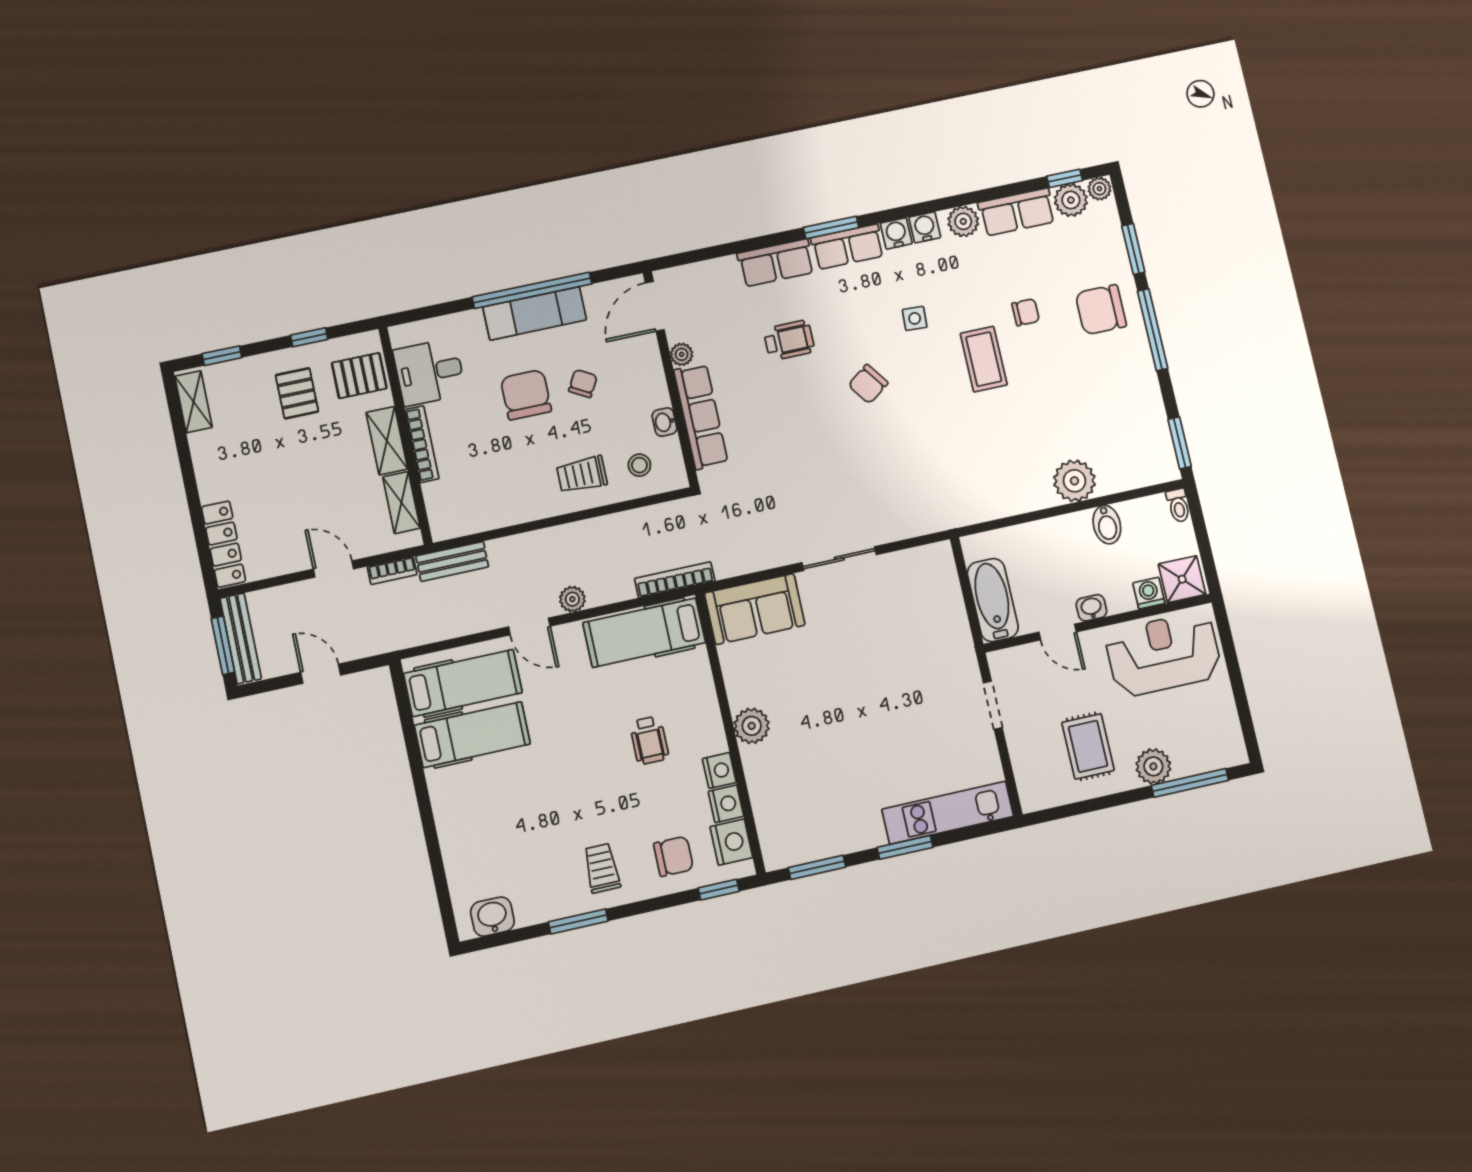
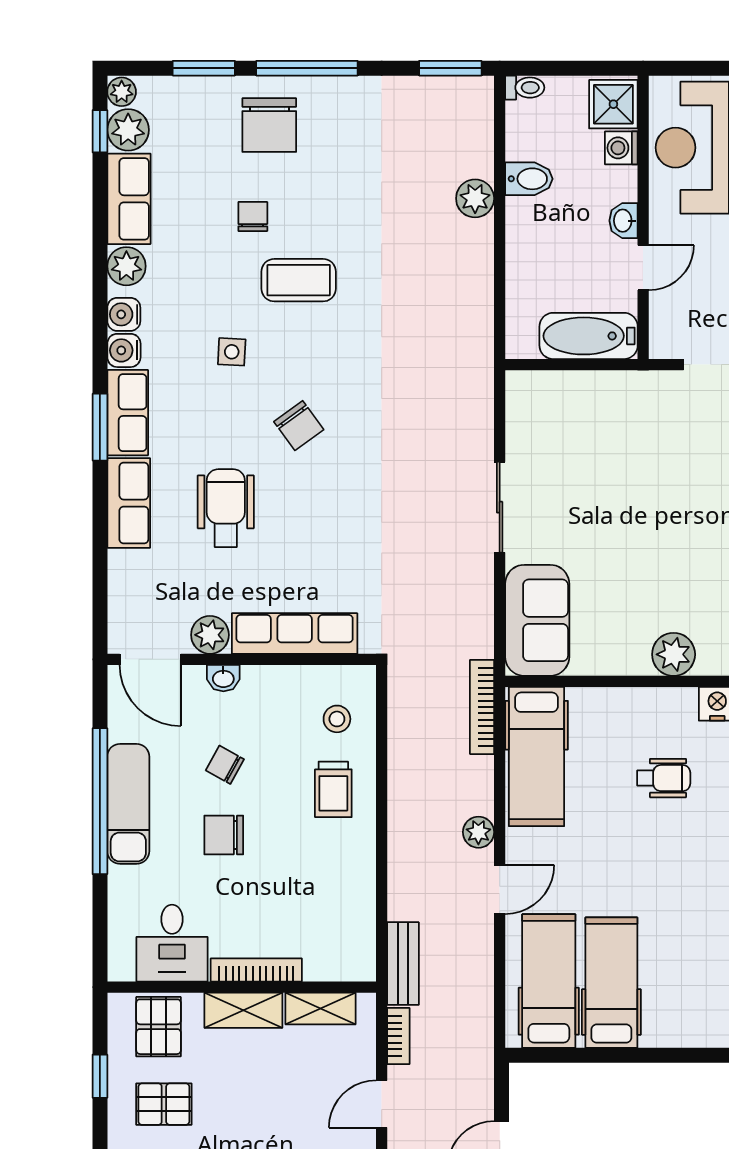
wheelchair: (789, 340) -> (226, 508), width x1.36, depth x1.37
plant: (682, 354) -> (210, 635), width x1.38, depth x1.38
chair: (526, 395) -> (224, 835), width x0.73, depth x0.73
washbasin: (664, 422) -> (223, 678), moved
plant: (1074, 481) -> (475, 198), width x0.73, depth x0.73

